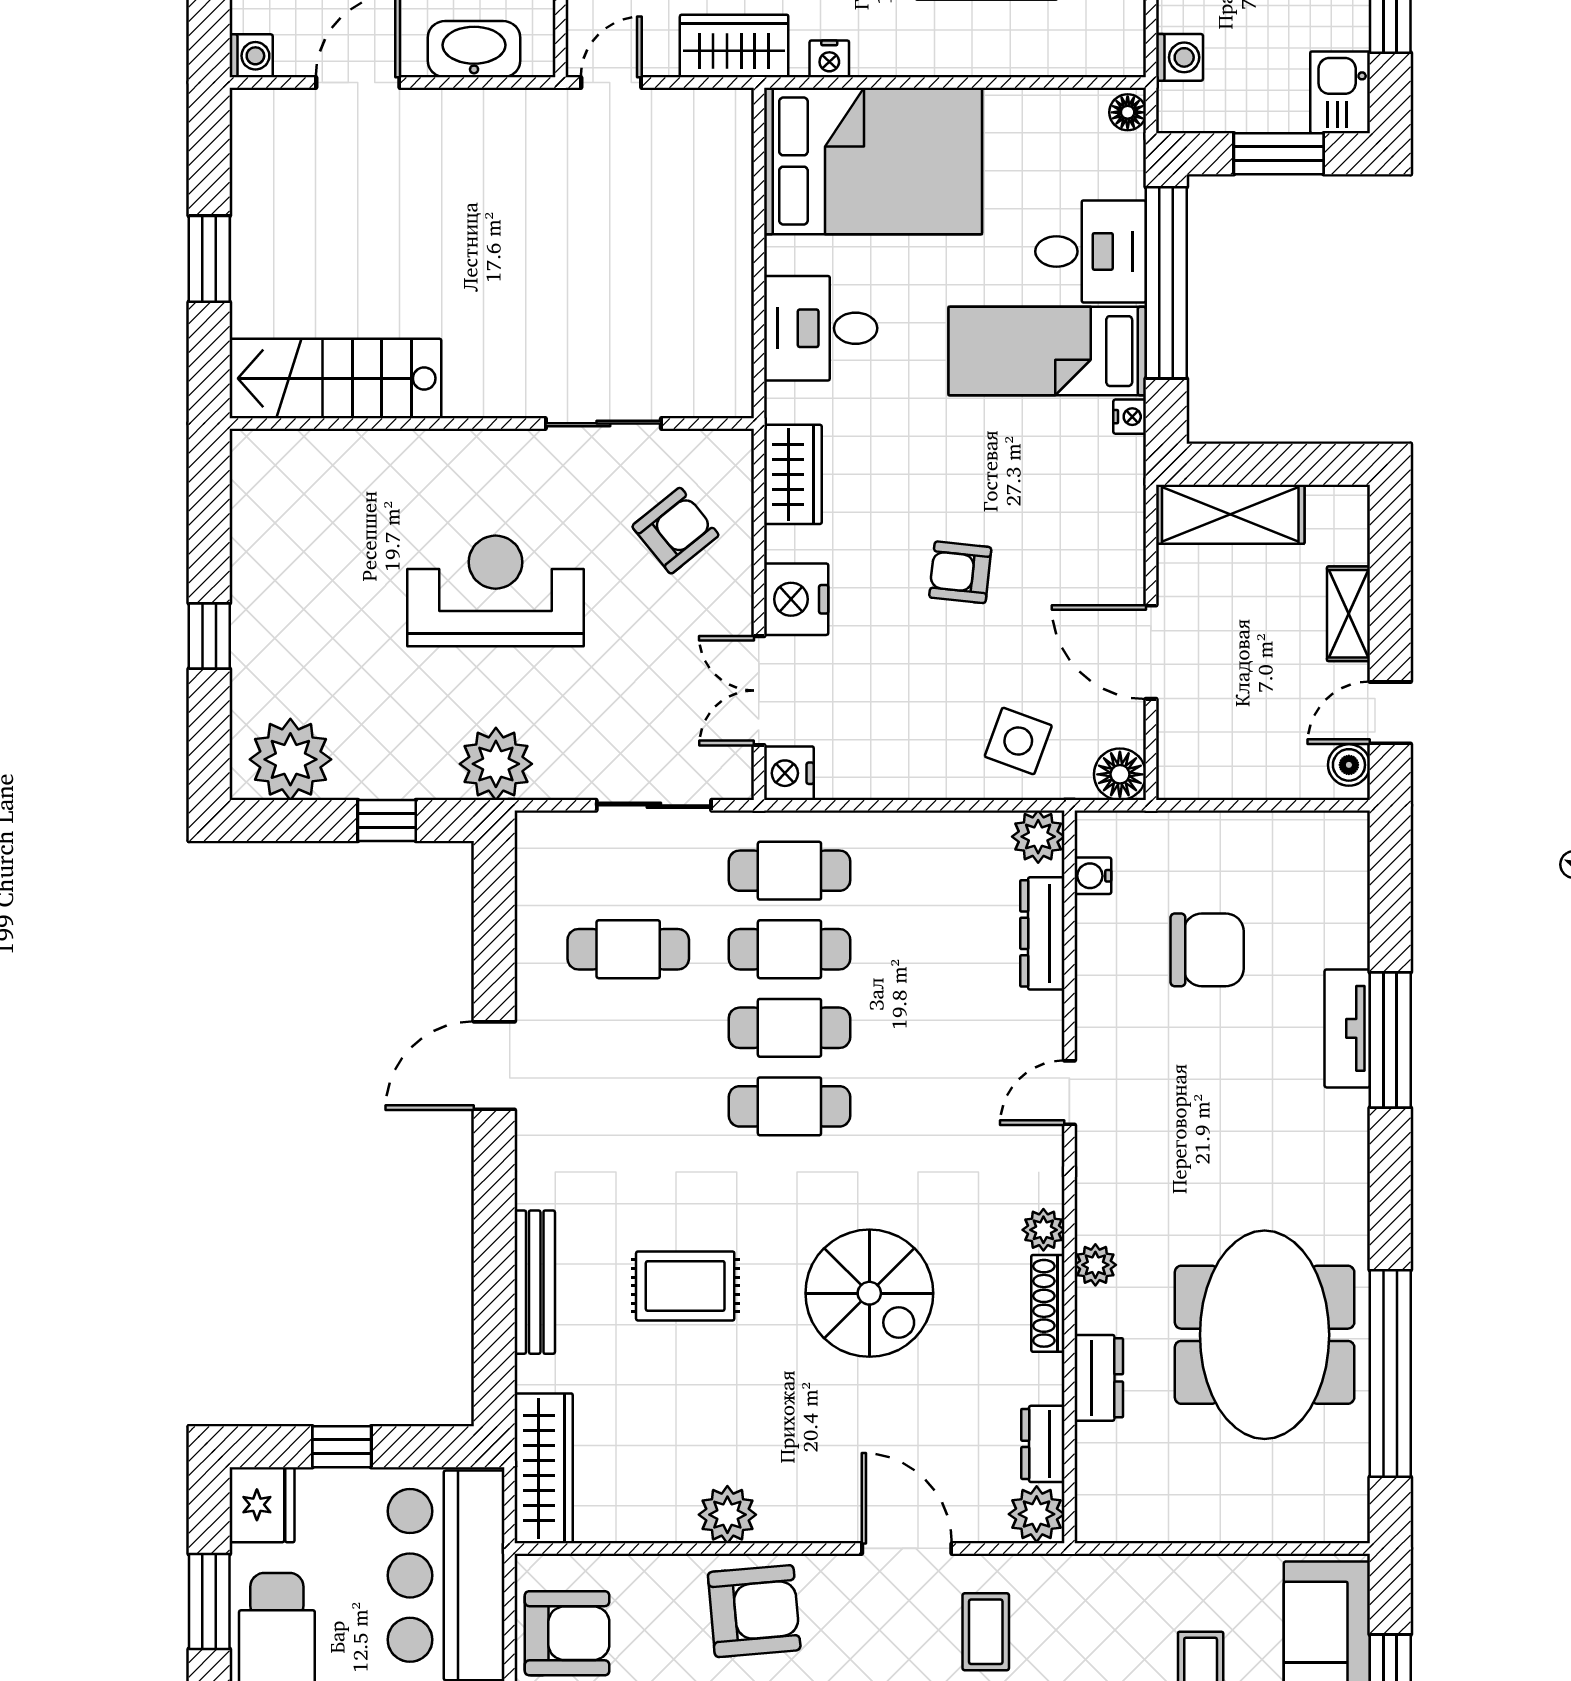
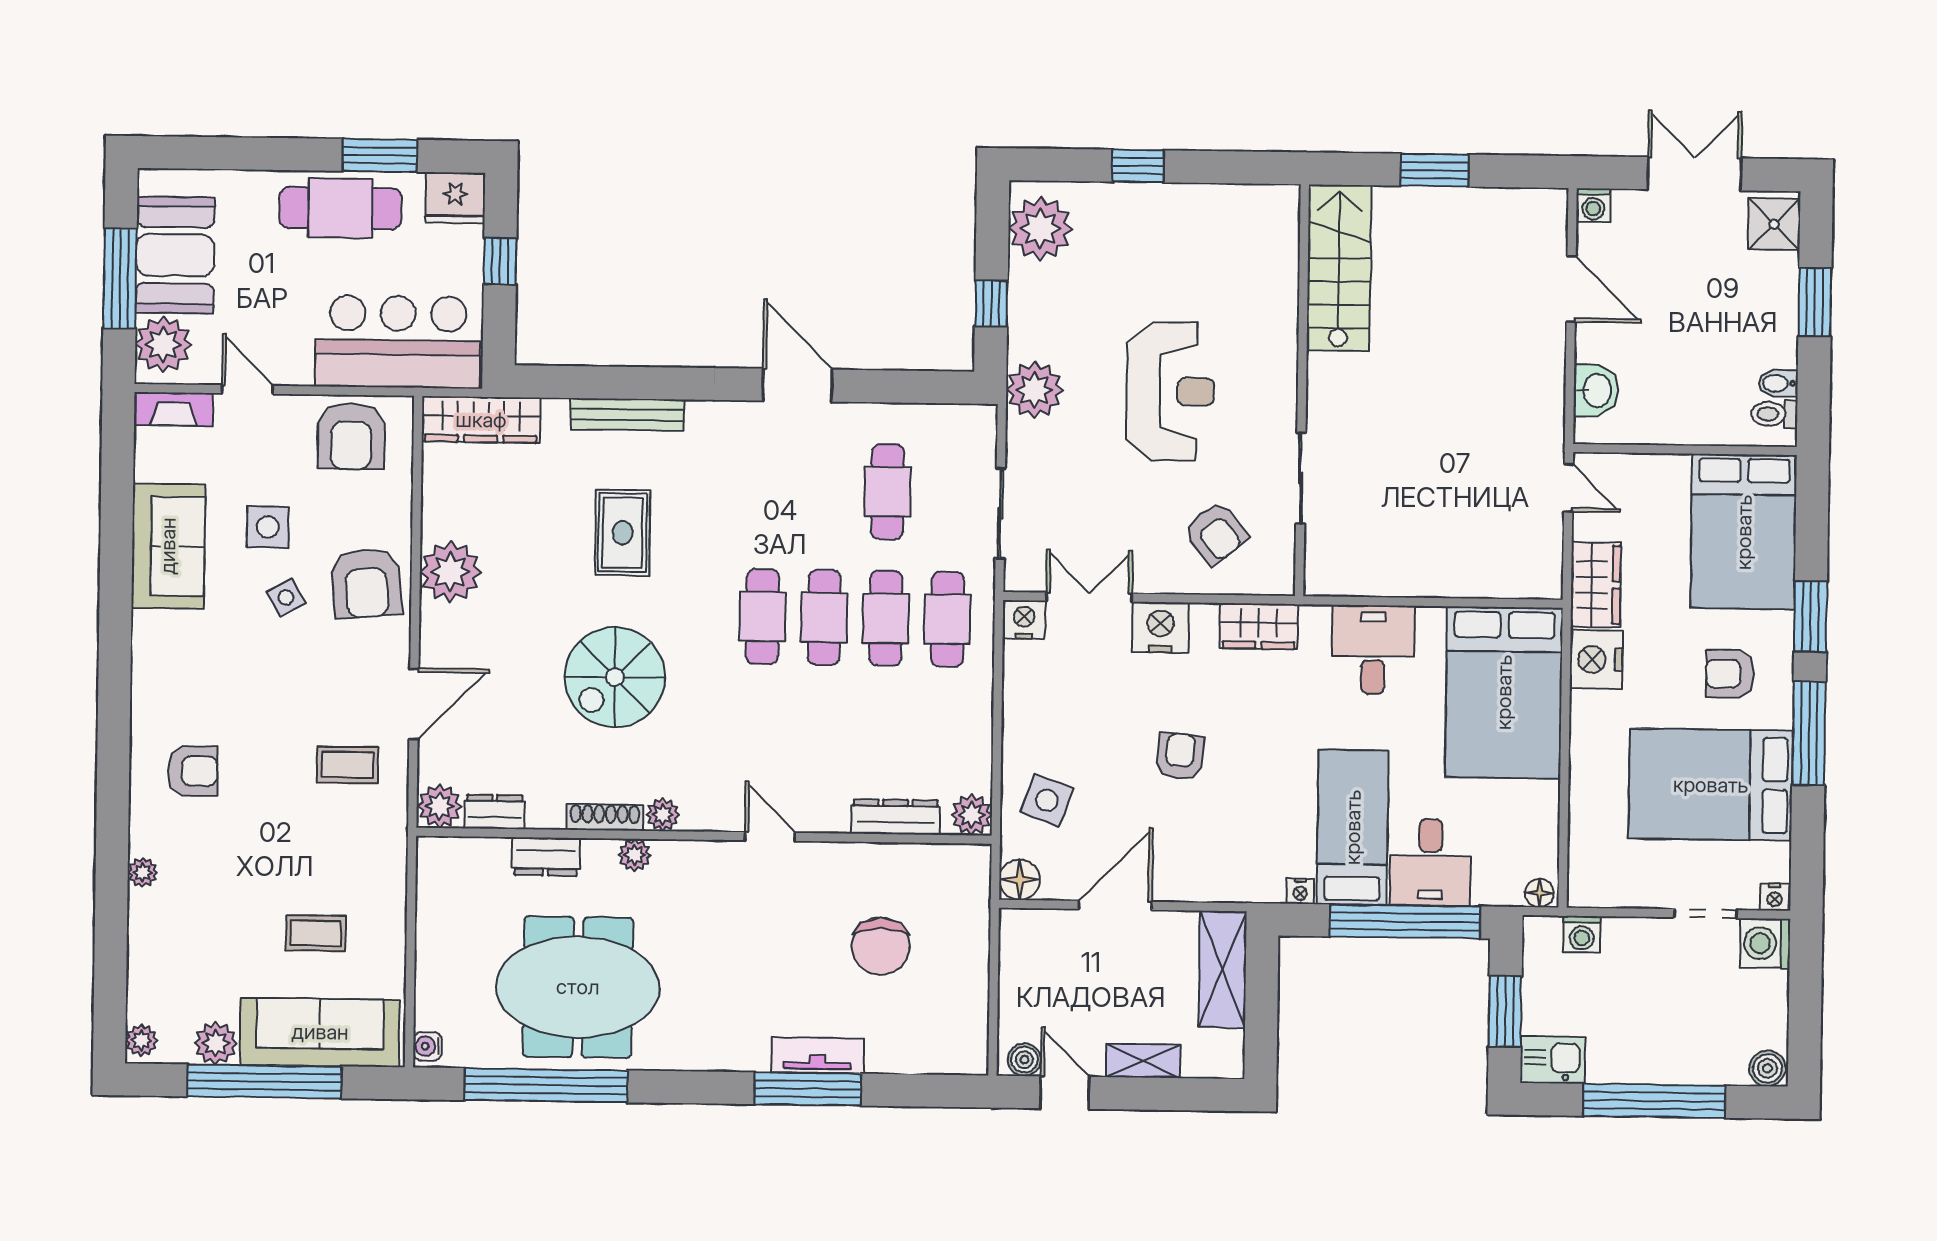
washbasin: (474, 49) -> (1596, 390), width x0.72
nightstand: (829, 59) -> (1596, 659), width x1.89, depth x1.79
water cooler: (1093, 876) -> (428, 1046), moved, turned -90
plant: (727, 1515) -> (451, 572), width x1.36, depth x1.36

